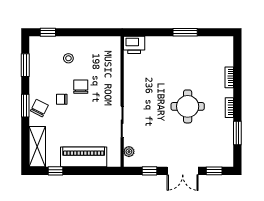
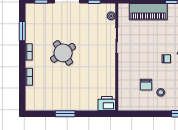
chair: (81, 87) -> (146, 85), moved
round table: (188, 106) -> (63, 53), turned -34

